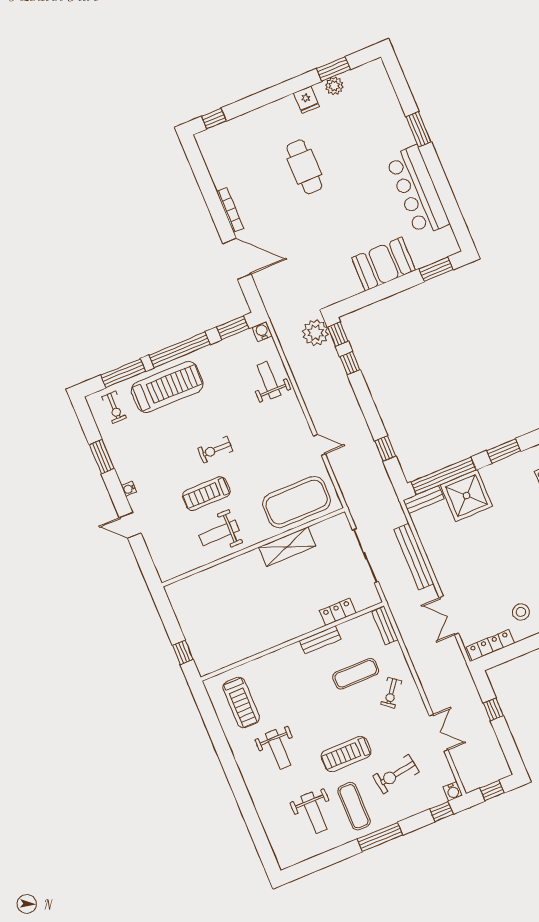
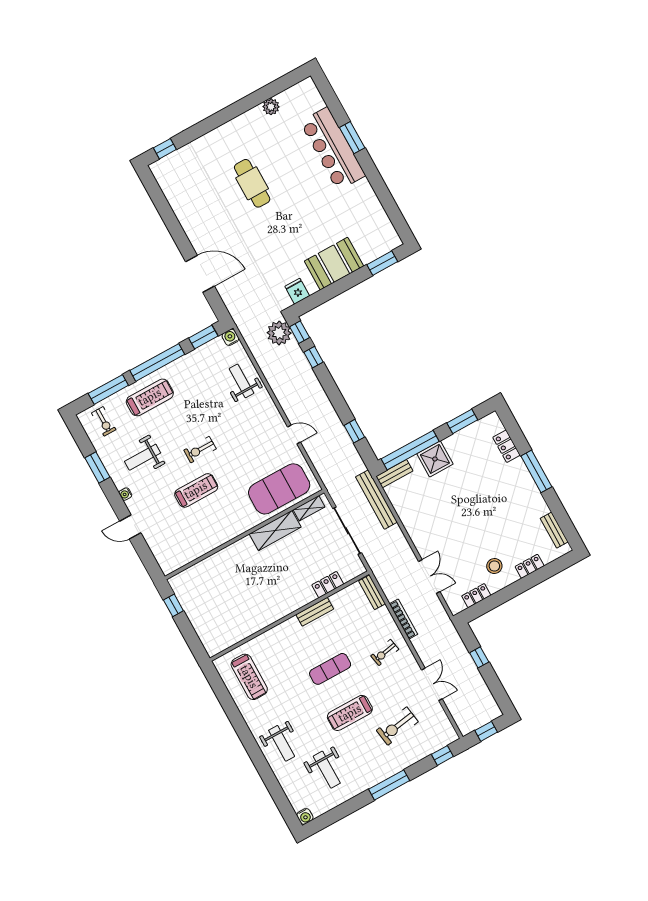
window: (333, 69) -> (269, 91), removed
fridge: (306, 100) -> (297, 291), moved, turned 180
bar counter: (418, 191) -> (333, 149), moved
bookcase: (230, 210) -> (404, 619), moved
treadmill: (167, 387) -> (150, 397), width x0.73, depth x0.73
treadmill: (206, 494) -> (196, 490), turned 180
shower: (466, 496) -> (435, 459), width x0.73, depth x0.73
shelving: (327, 527) -> (309, 508), added
weight bench: (219, 533) -> (143, 457), moved
bench: (414, 557) -> (376, 500), moved
double door: (449, 616) -> (429, 577), swing flipped
locker: (490, 645) -> (476, 596), width x0.66
window: (183, 652) -> (173, 605), moved
exercise mat: (356, 674) -> (330, 669), moved
exercise bike: (391, 693) -> (385, 653), turned 42
weight bench: (278, 749) -> (282, 743), moved
water cooler: (453, 791) -> (305, 816), moved
exercise mat: (354, 806) -> (362, 760), removed

